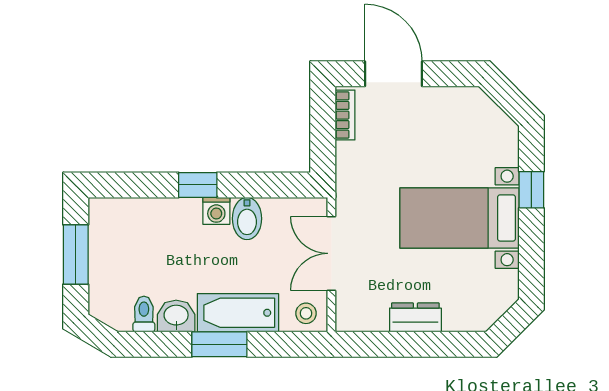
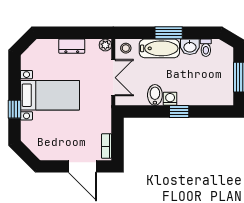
plant: (347, 320) -> (105, 45), added

